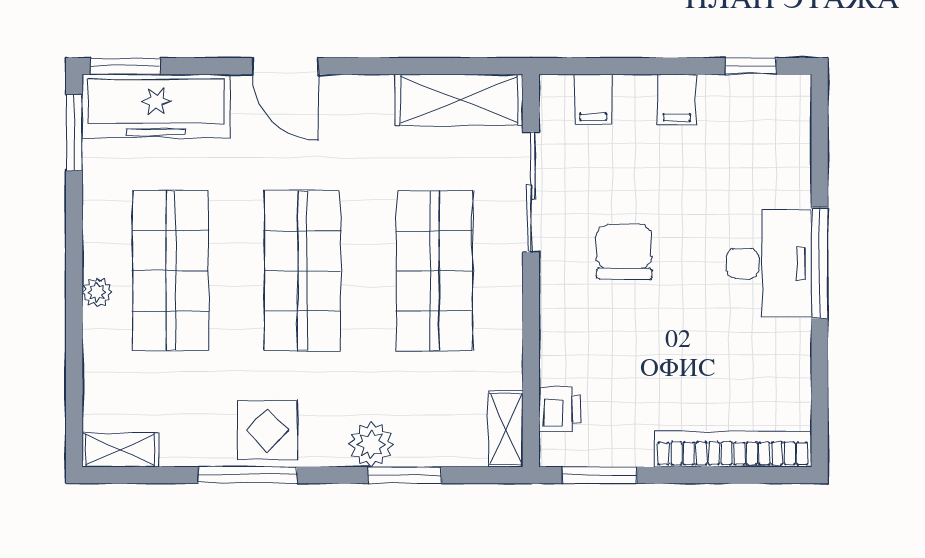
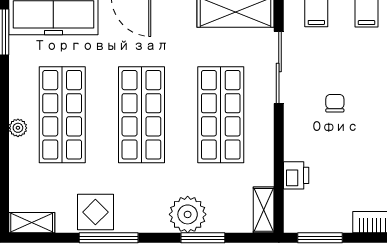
chair: (624, 251) -> (335, 103), width x0.54, depth x0.54
printer: (560, 409) -> (296, 175), moved
display table: (267, 430) -> (95, 212), moved
plant: (371, 445) -> (188, 214), width x1.36, depth x1.36

